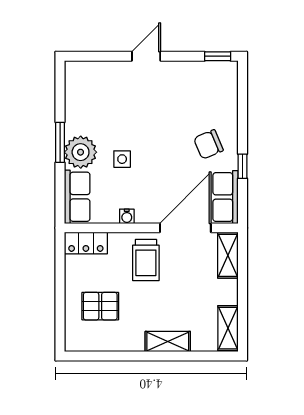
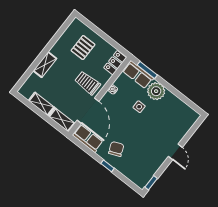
window: (60, 142) -> (147, 70), moved
window: (243, 166) -> (107, 166), moved
shelving: (228, 328) -> (41, 104), moved

